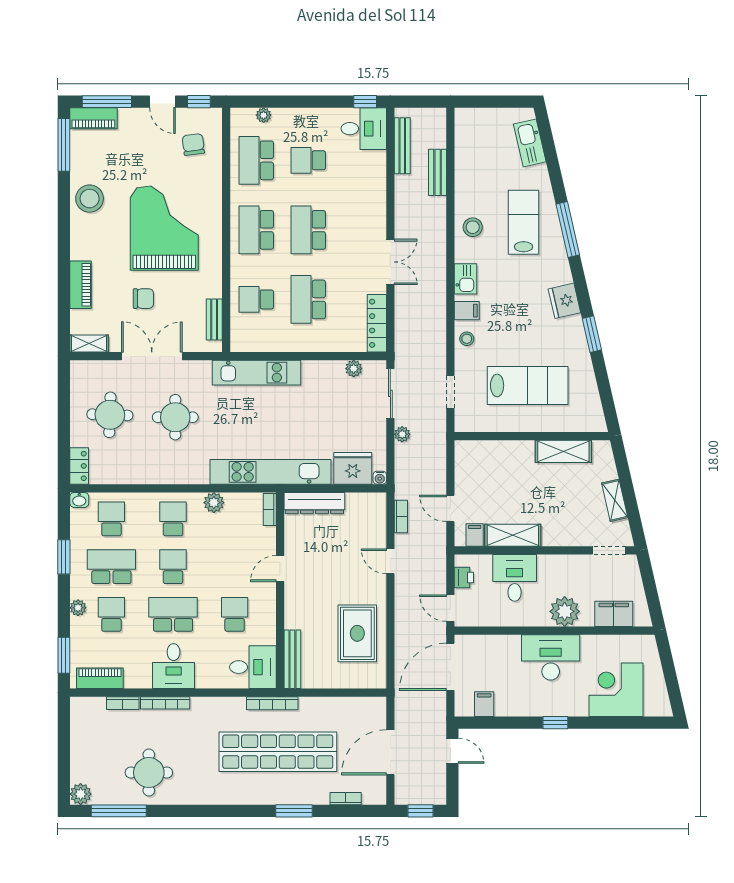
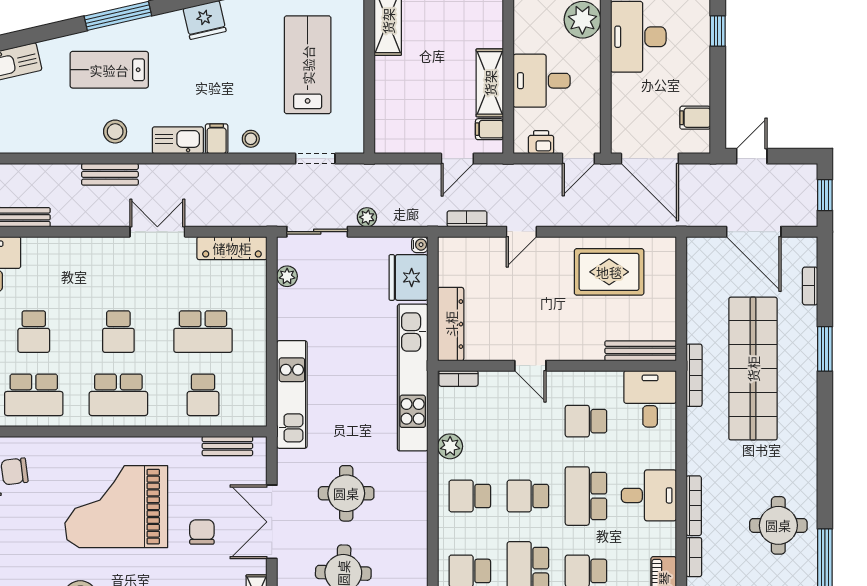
bench: (438, 172) -> (110, 174), moved
school desk: (308, 230) -> (118, 332), width x0.54
kitchen sink: (466, 279) -> (178, 140), width x1.38

